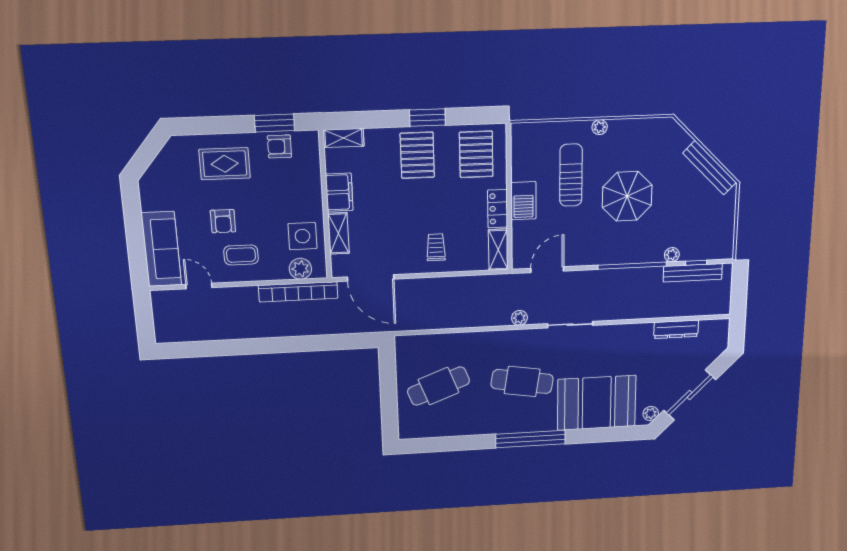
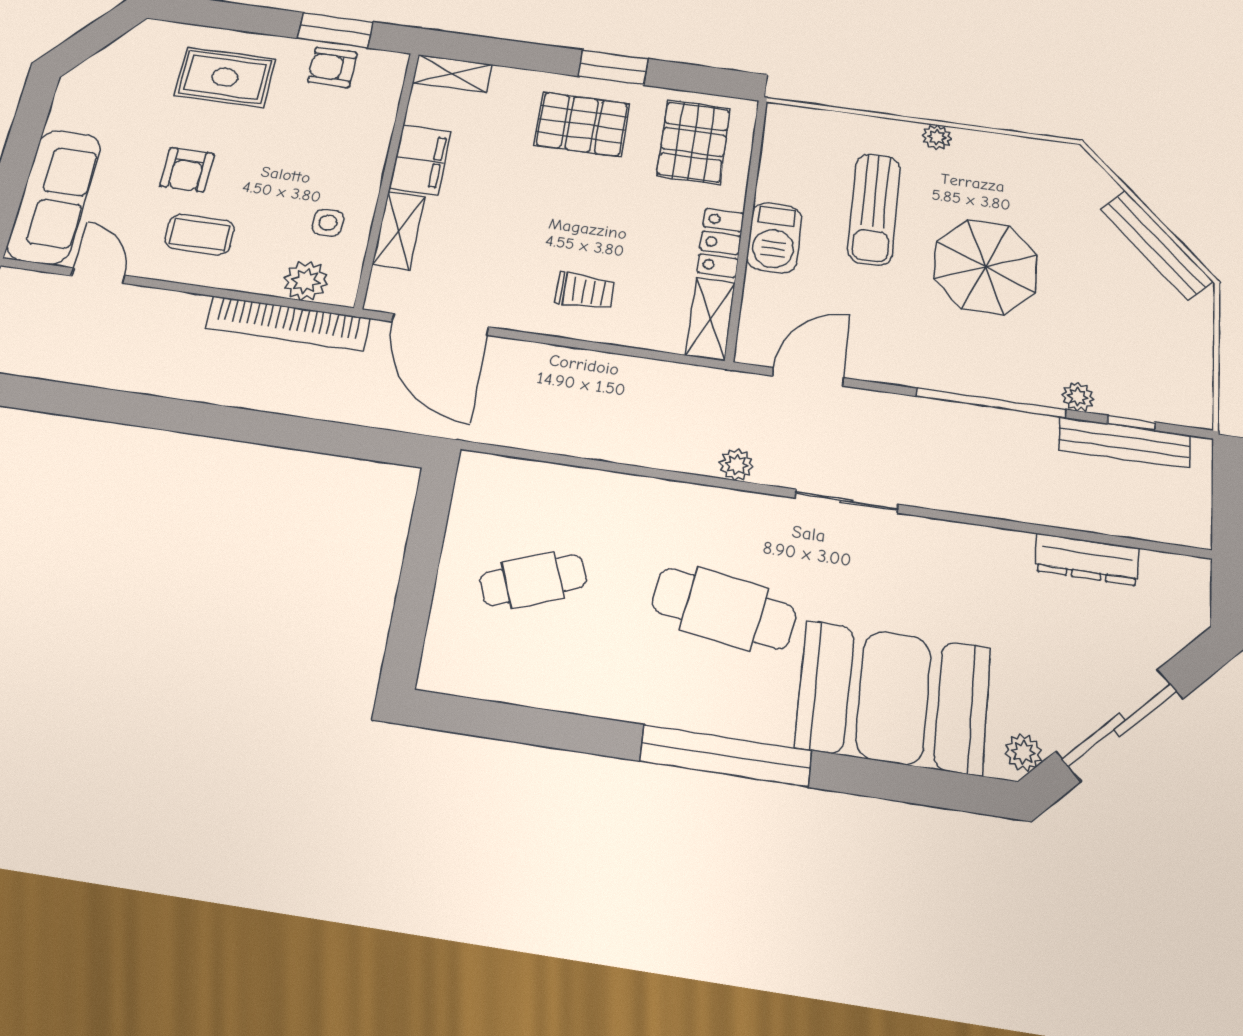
pallet: (417, 155) -> (582, 124), turned 90
sun lounger: (571, 175) -> (874, 209), turned 180
side table: (302, 236) -> (328, 223), width x0.54, depth x0.54
trolley: (436, 247) -> (585, 291), turned 90
cafe table: (438, 386) -> (533, 580), width x0.73, depth x0.74

